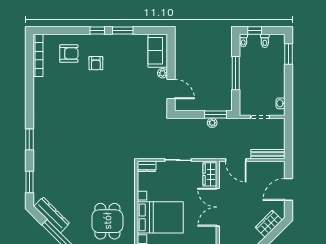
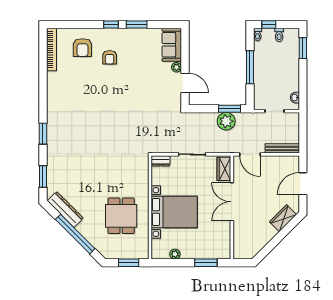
armchair: (69, 53) -> (82, 48), turned 90
plant: (212, 123) -> (226, 121), width x1.88, depth x1.88

